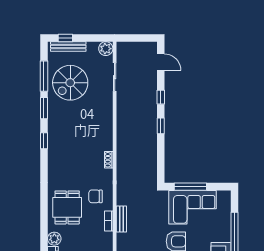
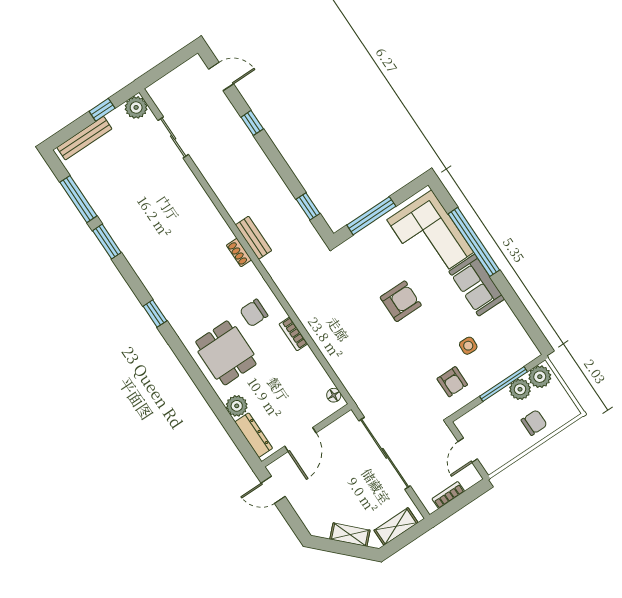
window: (65, 38) -> (102, 110), moved
spiral stairs: (70, 83) -> (119, 184), removed
window: (161, 126) -> (308, 206), moved
window: (44, 141) -> (155, 313), moved
corner sofa: (193, 207) -> (430, 236), moved, turned 90
bench: (121, 219) -> (253, 238), moved

